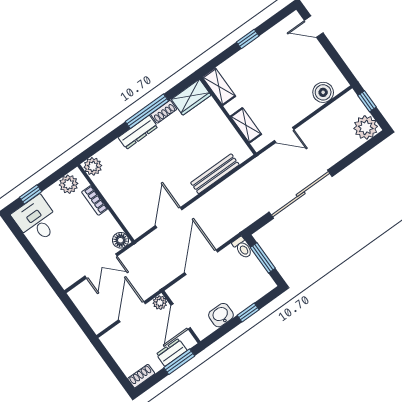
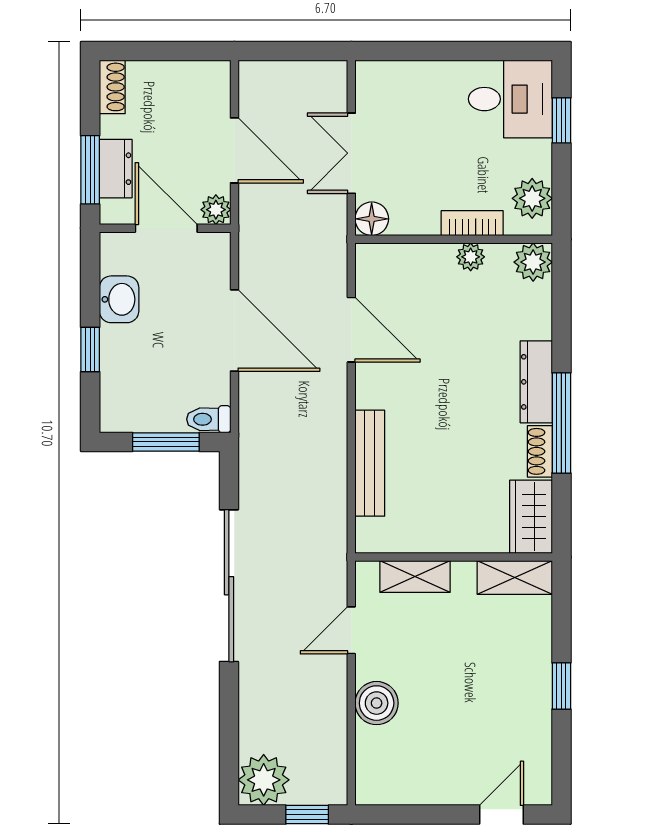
boiler: (323, 92) -> (377, 703), moved
plant: (108, 192) -> (471, 257), added

